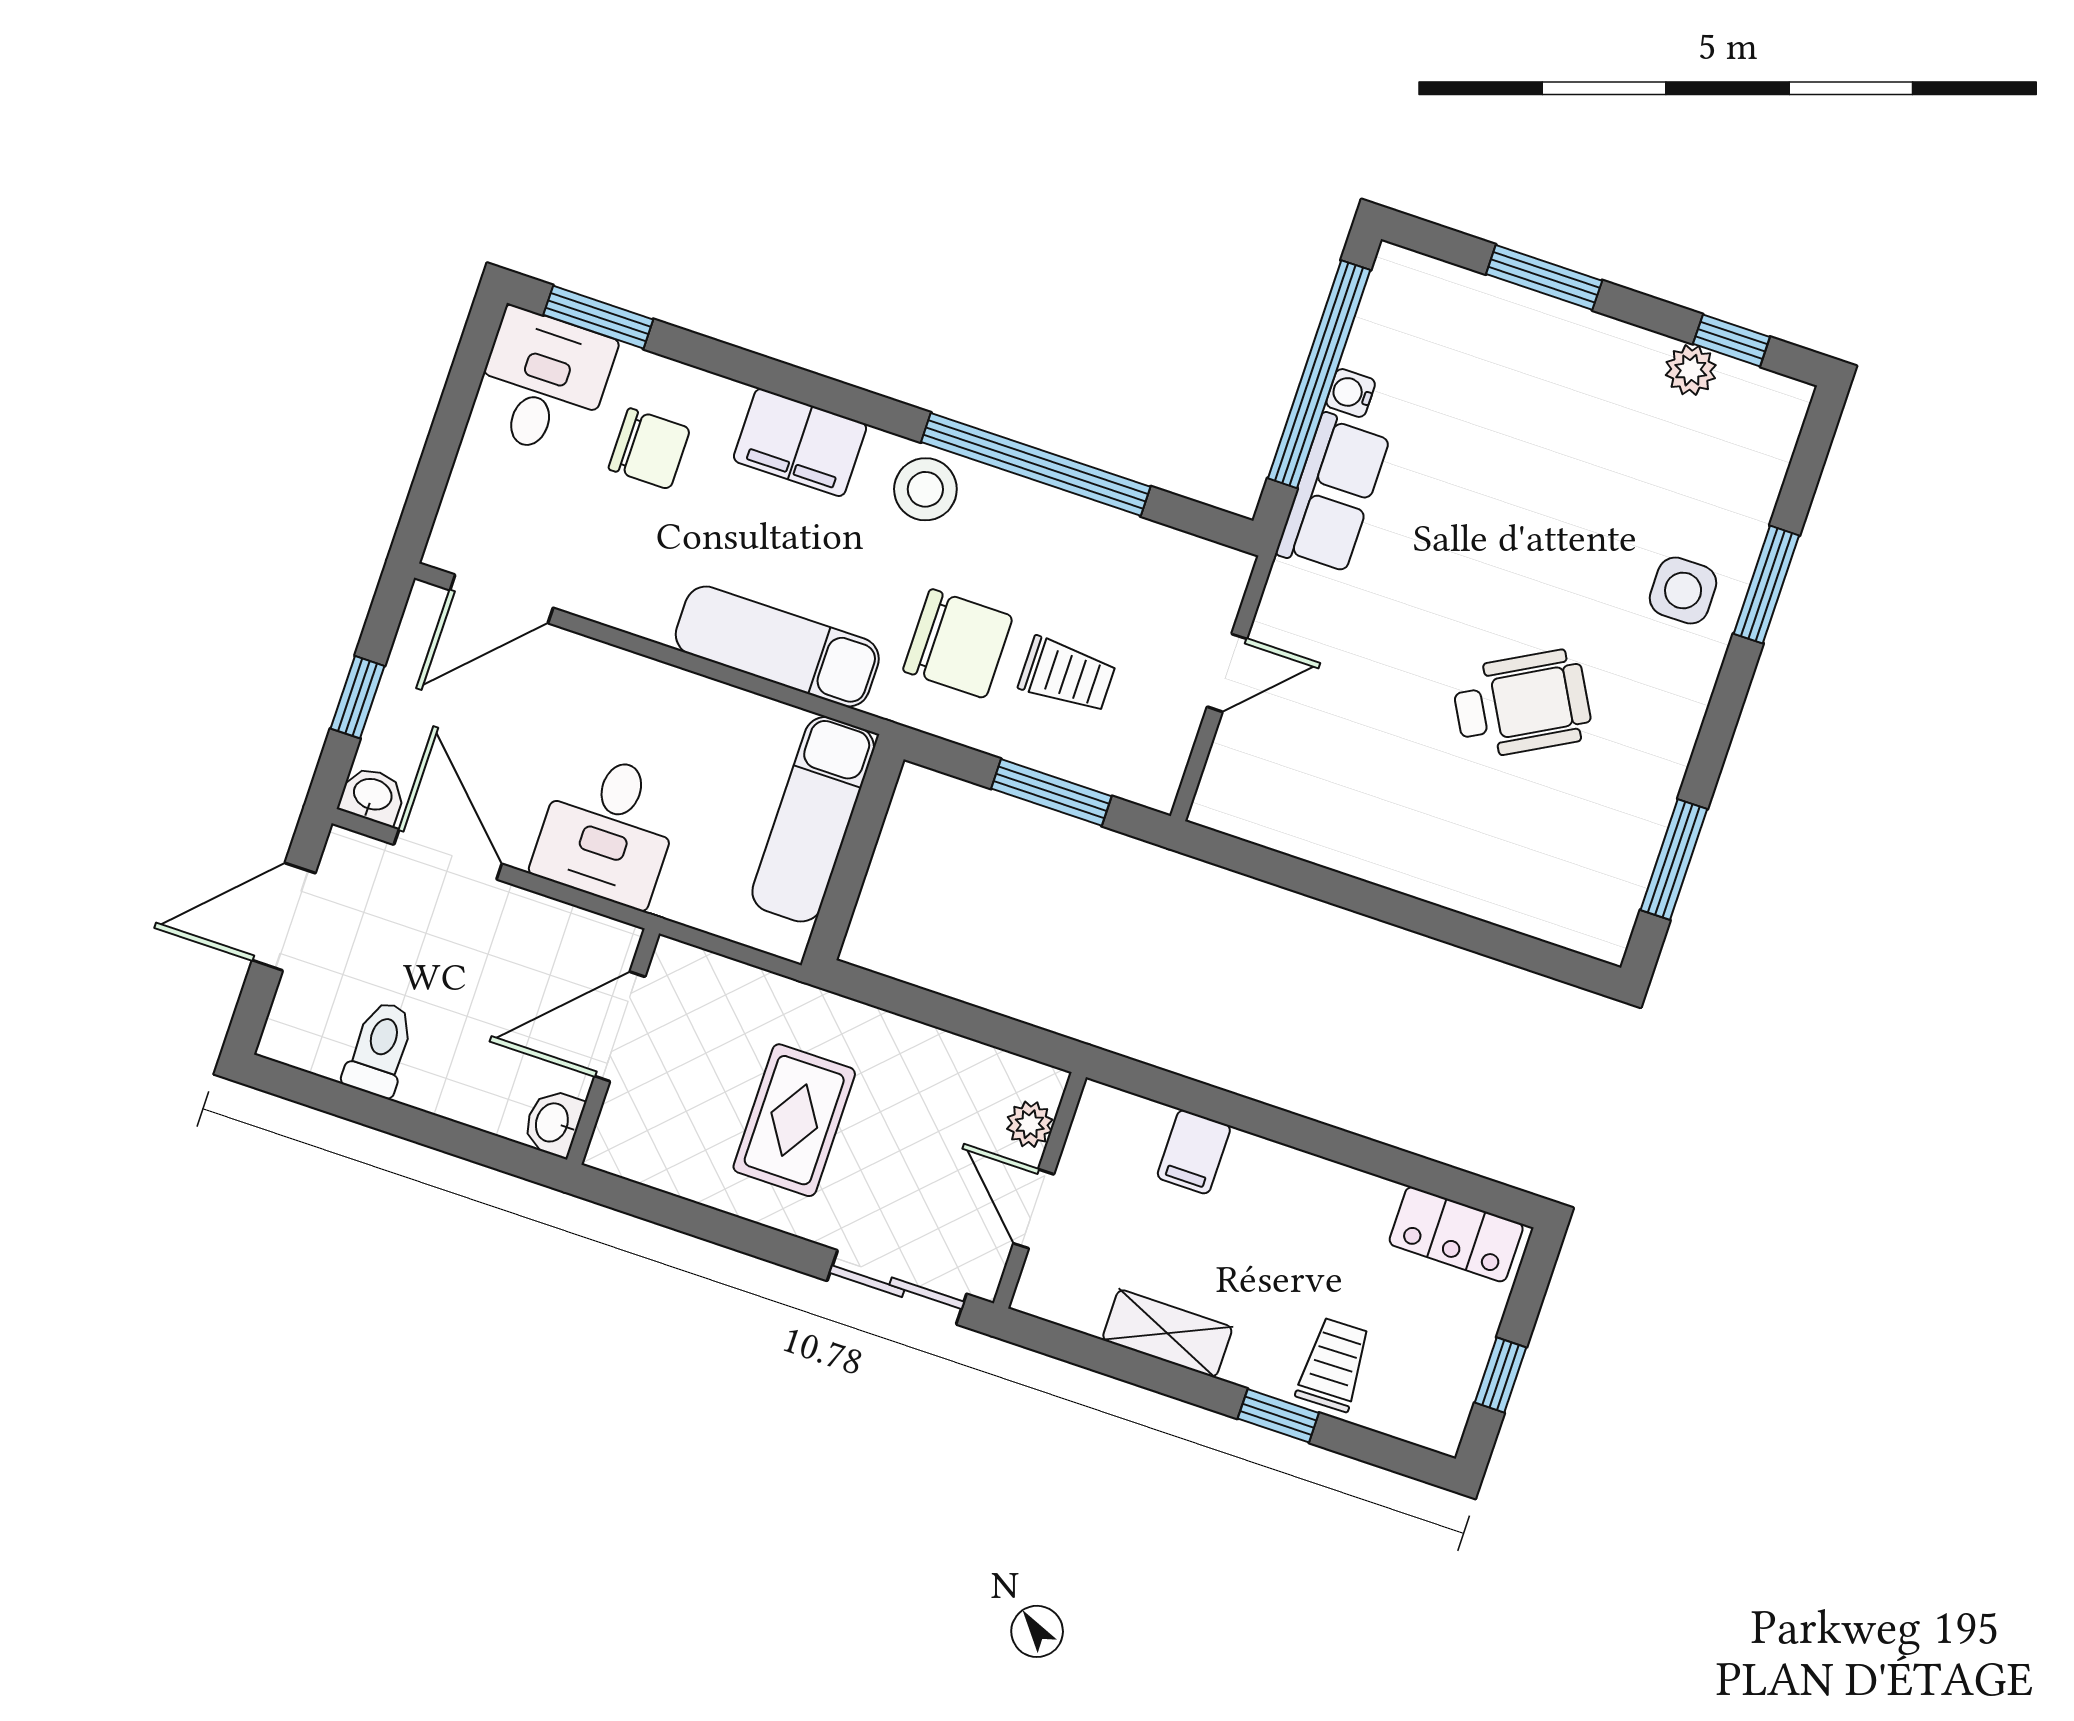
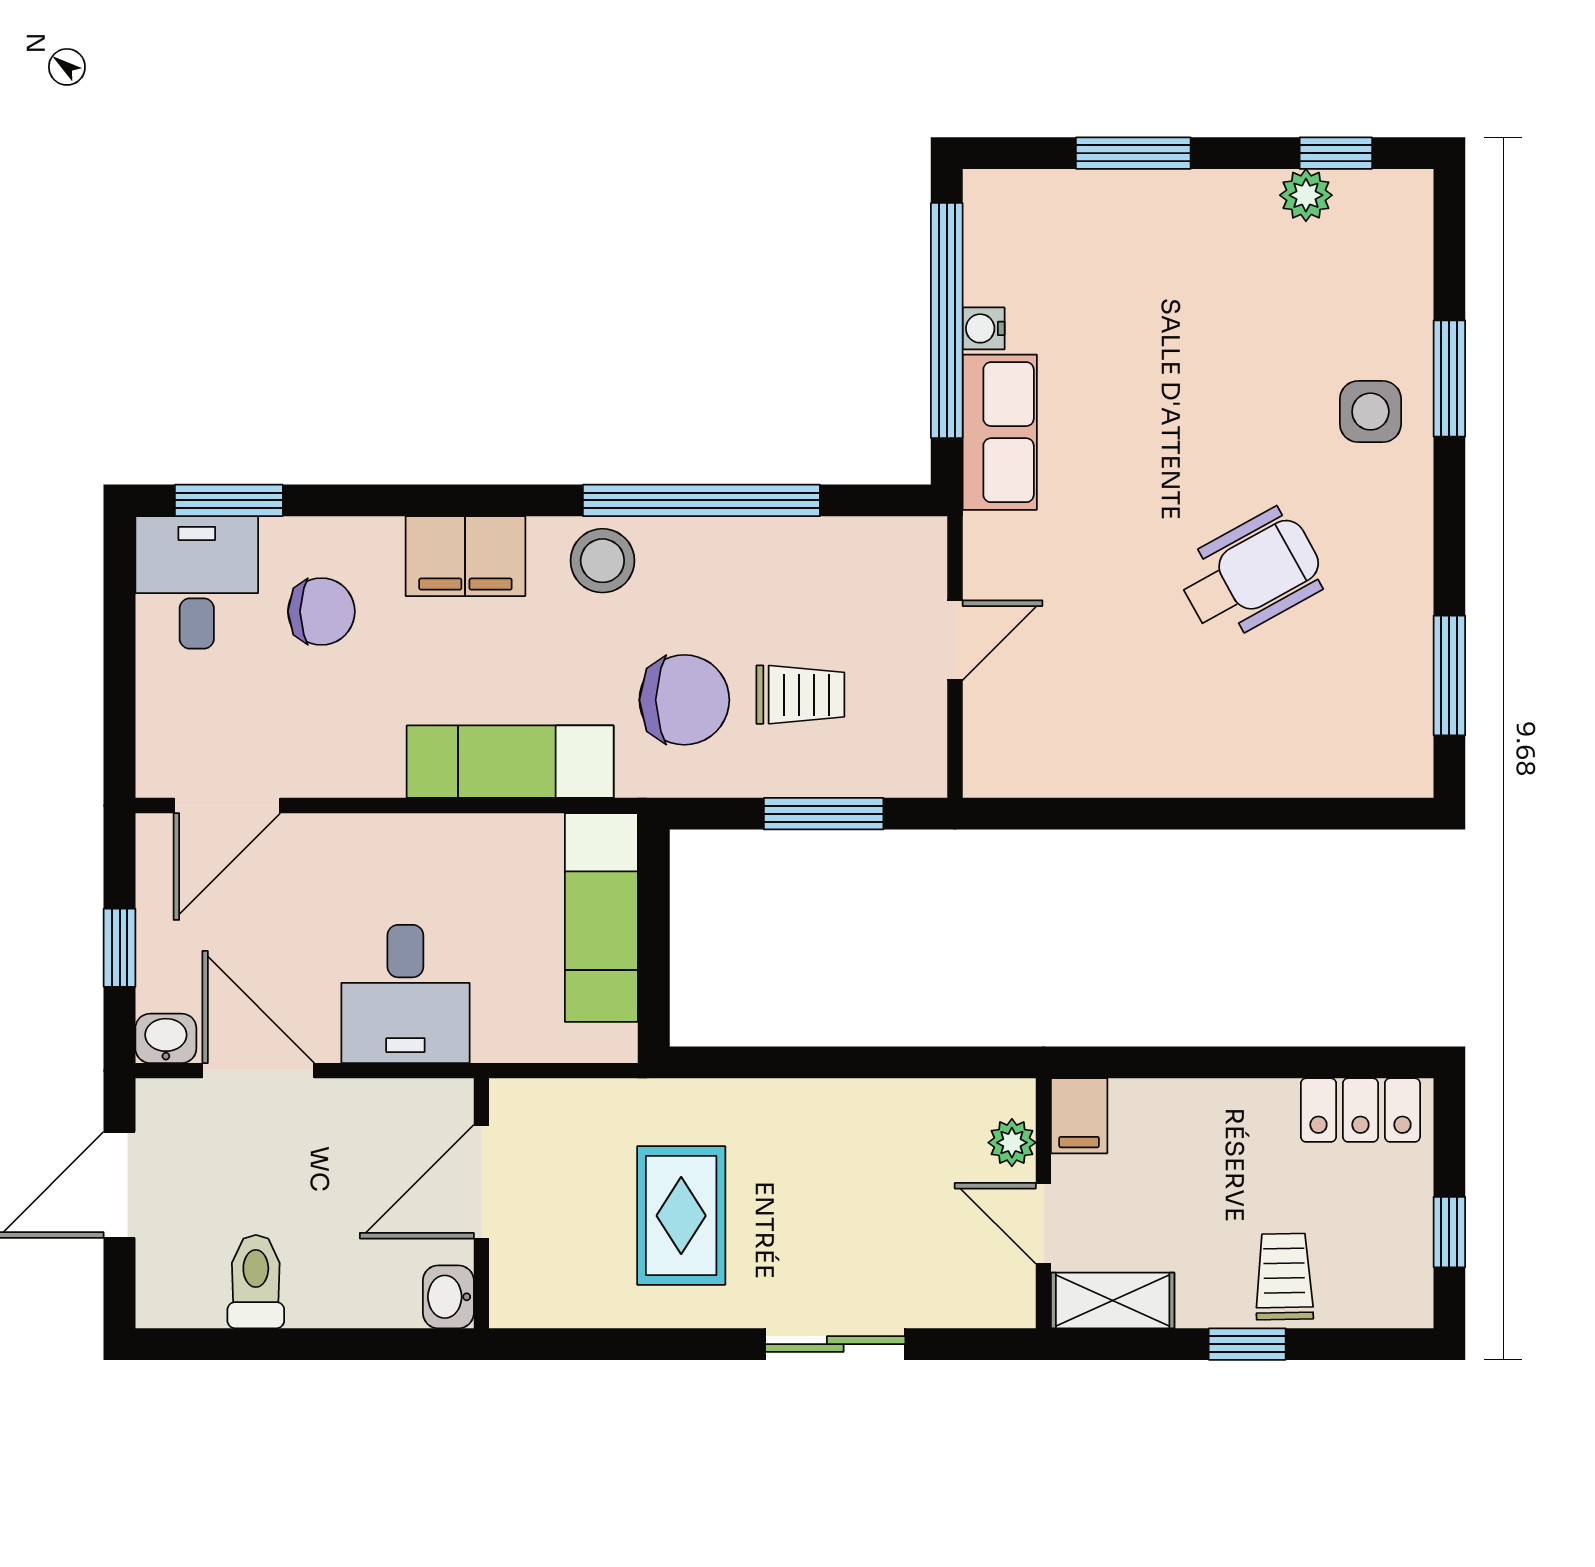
plant: (1030, 1124) -> (1012, 1143), moved
wall: (1040, 1190) -> (1043, 1203), moved
door: (1034, 1209) -> (1043, 1223), moved

